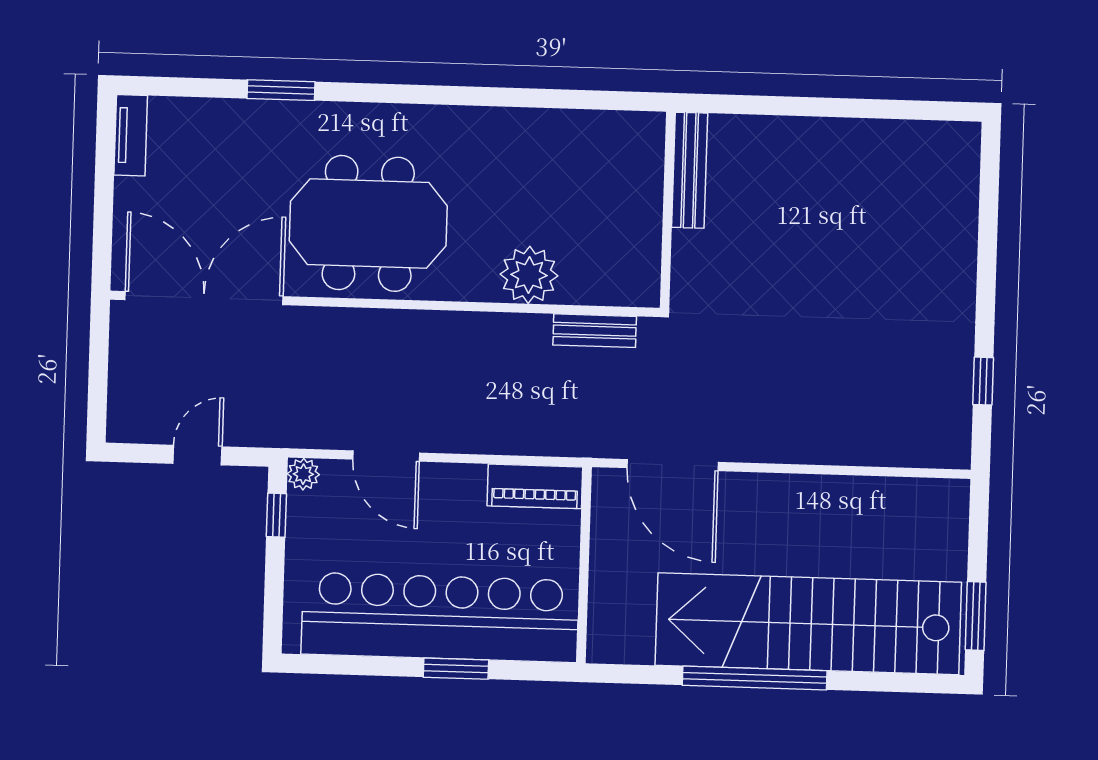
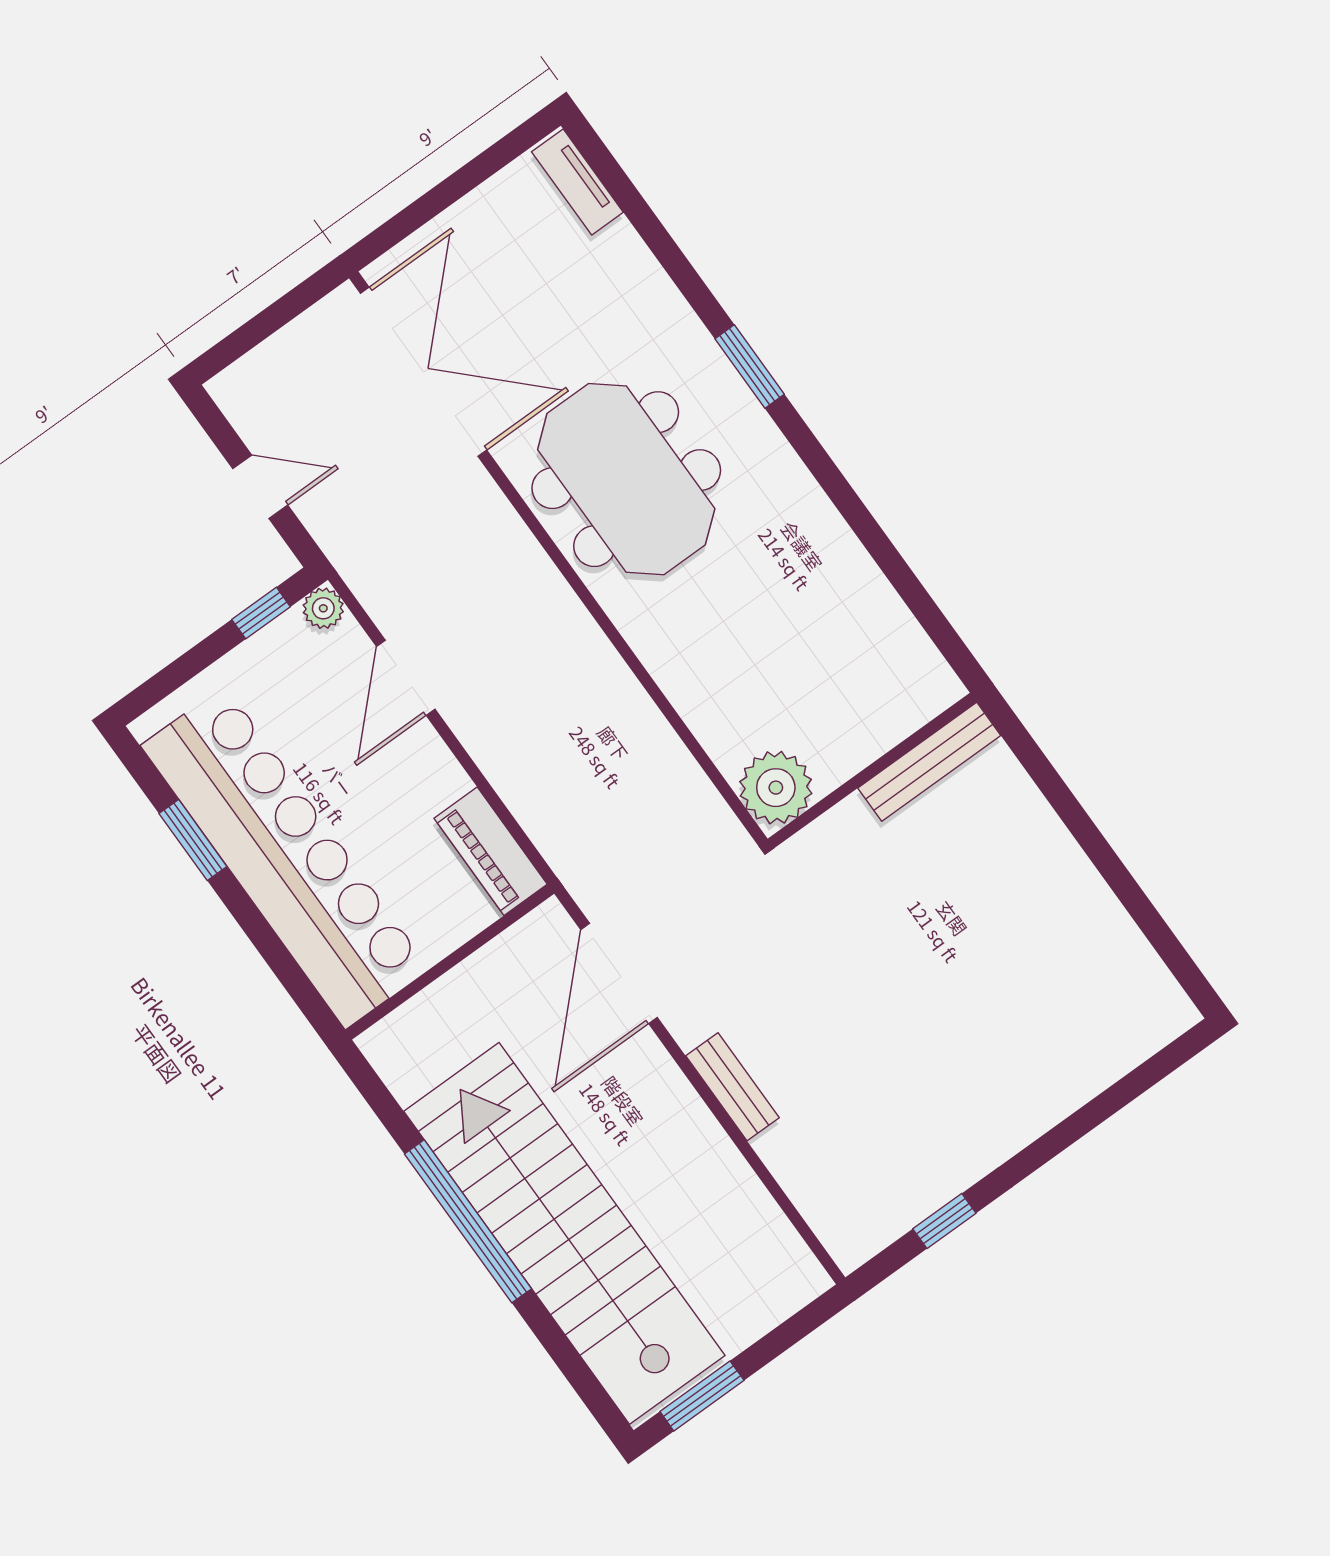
window: (281, 90) -> (750, 367), moved
tv unit: (131, 135) -> (577, 182), moved, turned 90
plant: (529, 275) -> (776, 788), moved
bench: (595, 331) -> (733, 1087), moved
window: (456, 669) -> (193, 840), moved

